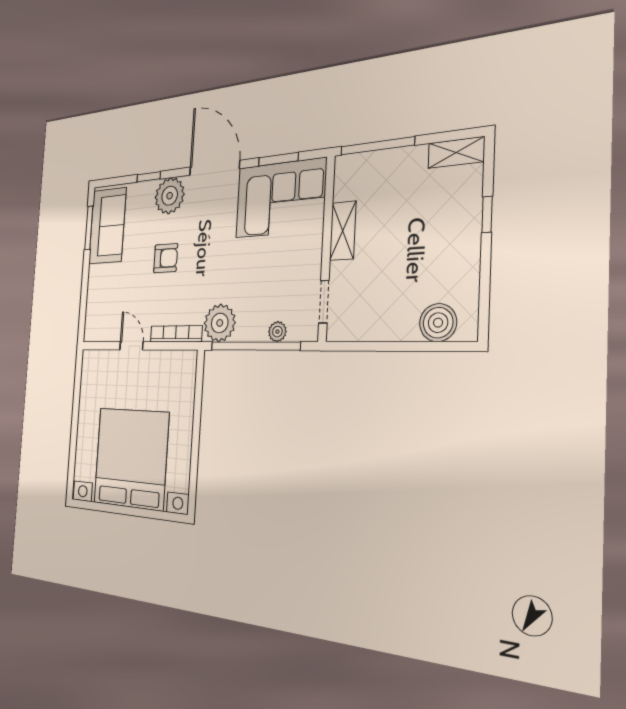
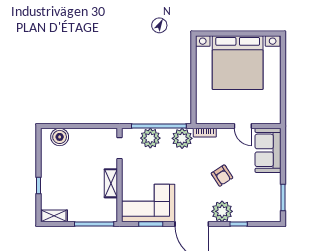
sofa: (107, 226) -> (268, 150), moved
armchair: (166, 258) -> (222, 176), turned -123
plant: (277, 332) -> (150, 138), width x1.88, depth x1.88
bookcase: (176, 334) -> (205, 133), width x0.64

